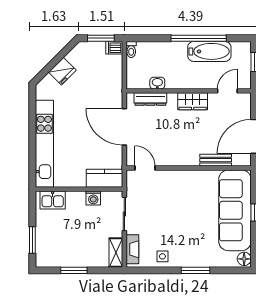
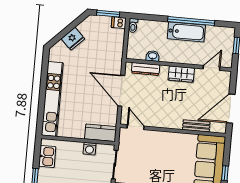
bathtub: (209, 51) -> (186, 32), moved
kitchen sink: (53, 200) -> (47, 156), moved, turned -90

